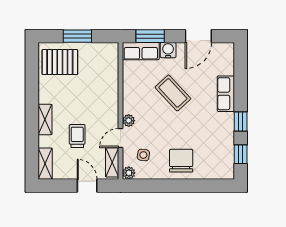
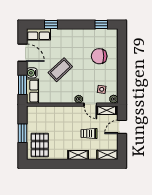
row of seats: (226, 94) -> (39, 34), moved
window: (241, 121) -> (51, 25), moved
chair: (181, 161) -> (99, 56), moved

